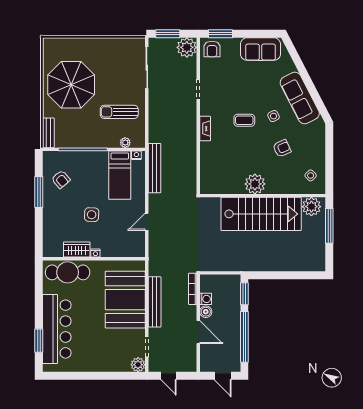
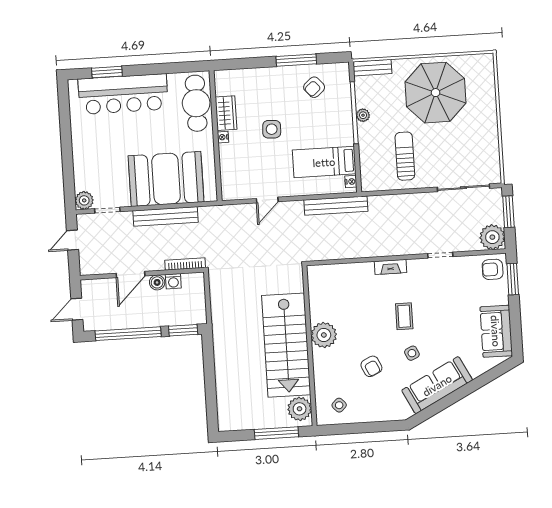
plant: (125, 143) -> (363, 115), moved
door: (147, 222) -> (267, 200), swing flipped

